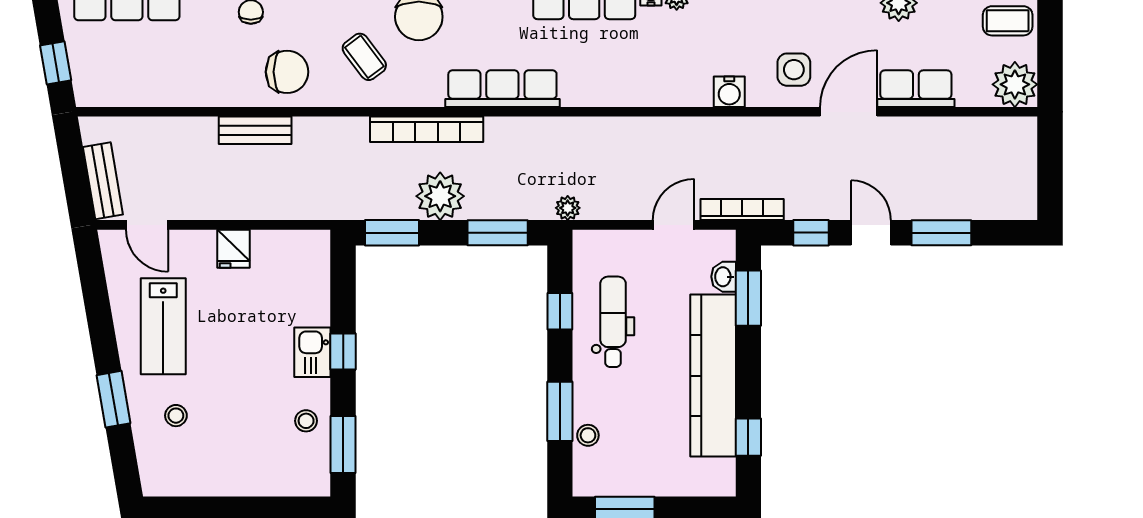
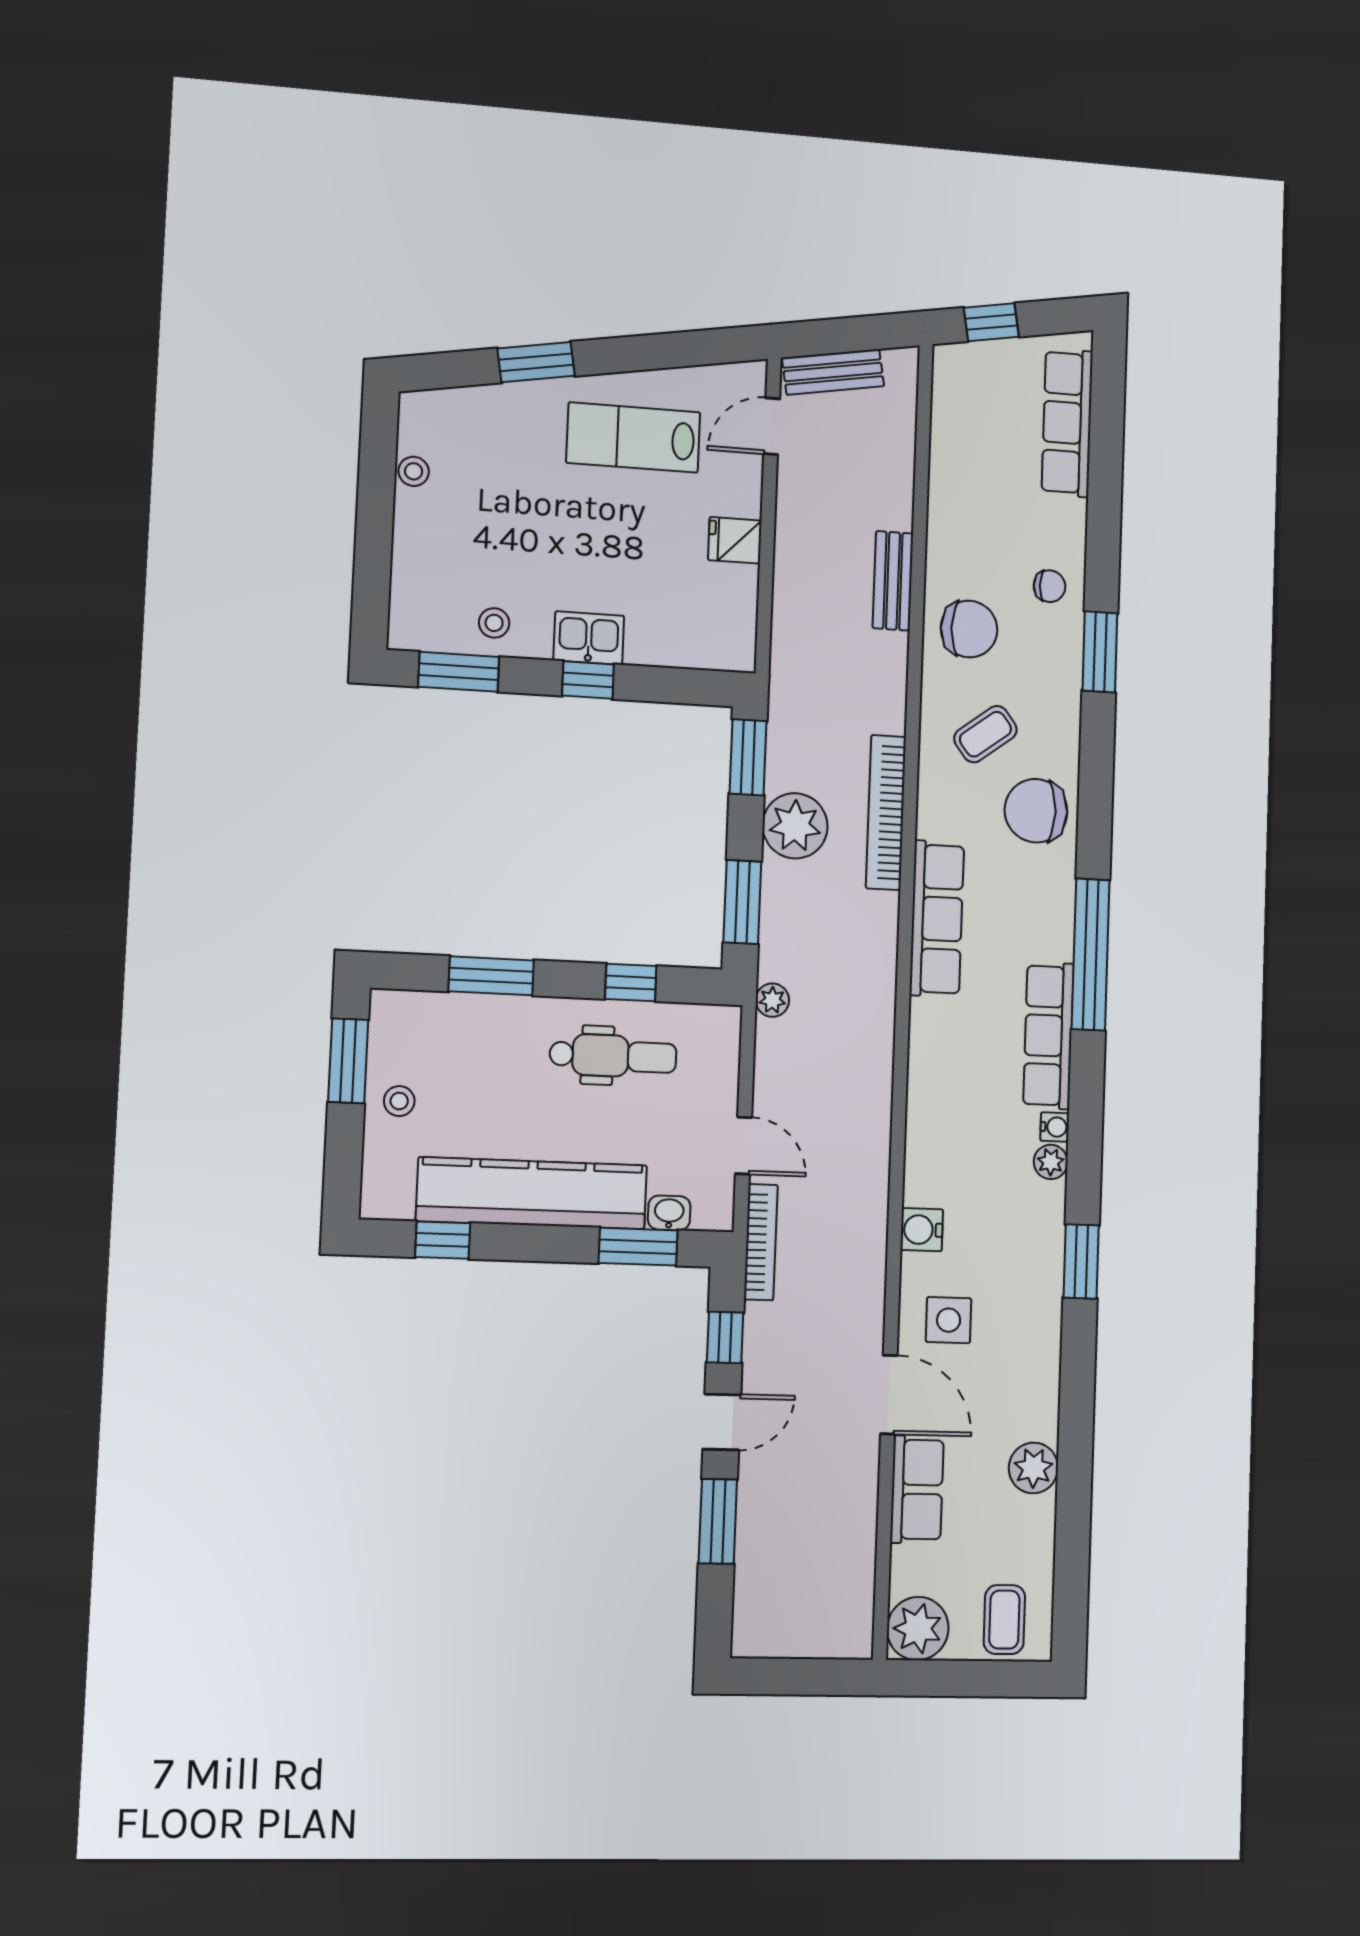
chair: (287, 72) -> (969, 629), turned -90
stool: (176, 416) -> (414, 471), moved
stool: (588, 435) -> (399, 1101), moved

